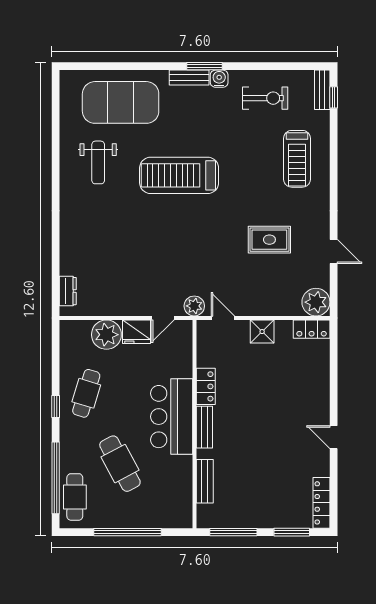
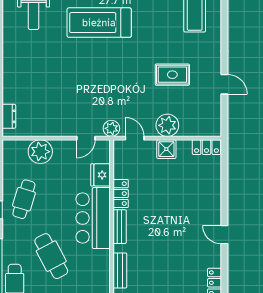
plant: (316, 302) -> (167, 125), moved
fridge: (137, 332) -> (101, 175), moved, turned 90

